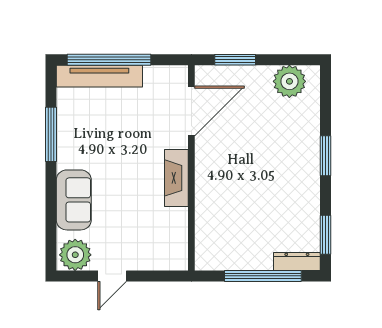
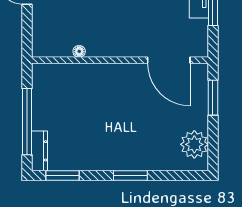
fireplace: (176, 178) -> (111, 47), removed
floor lamp: (181, 215) -> (79, 51), added

